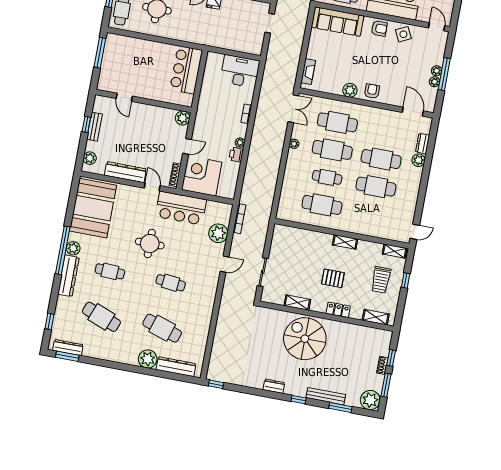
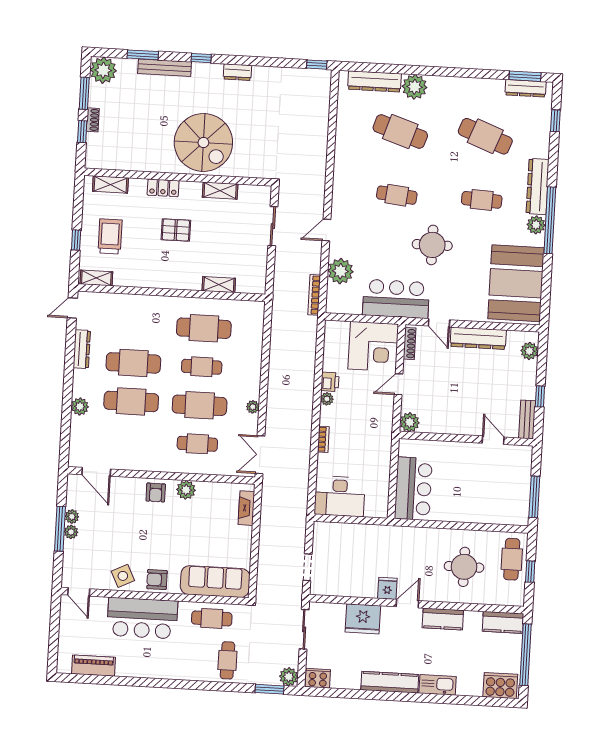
cafe table: (337, 122) -> (197, 444), width x0.73, depth x0.74
bench: (94, 127) -> (527, 419), moved
dresser: (423, 144) -> (82, 349), moved, width x1.44
shelving: (345, 242) -> (219, 285), moved

